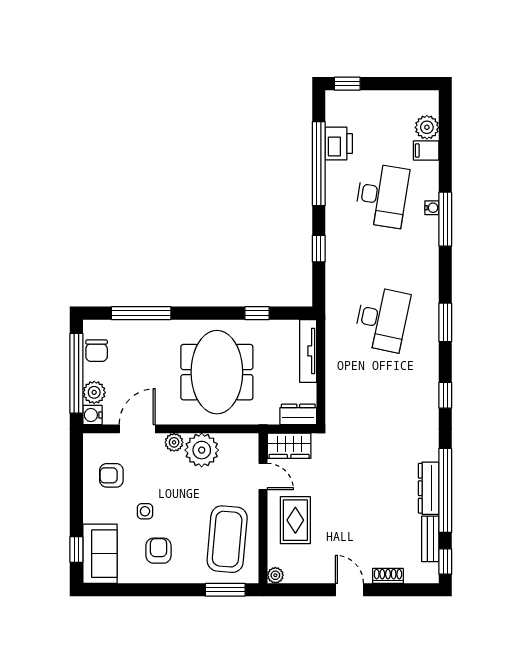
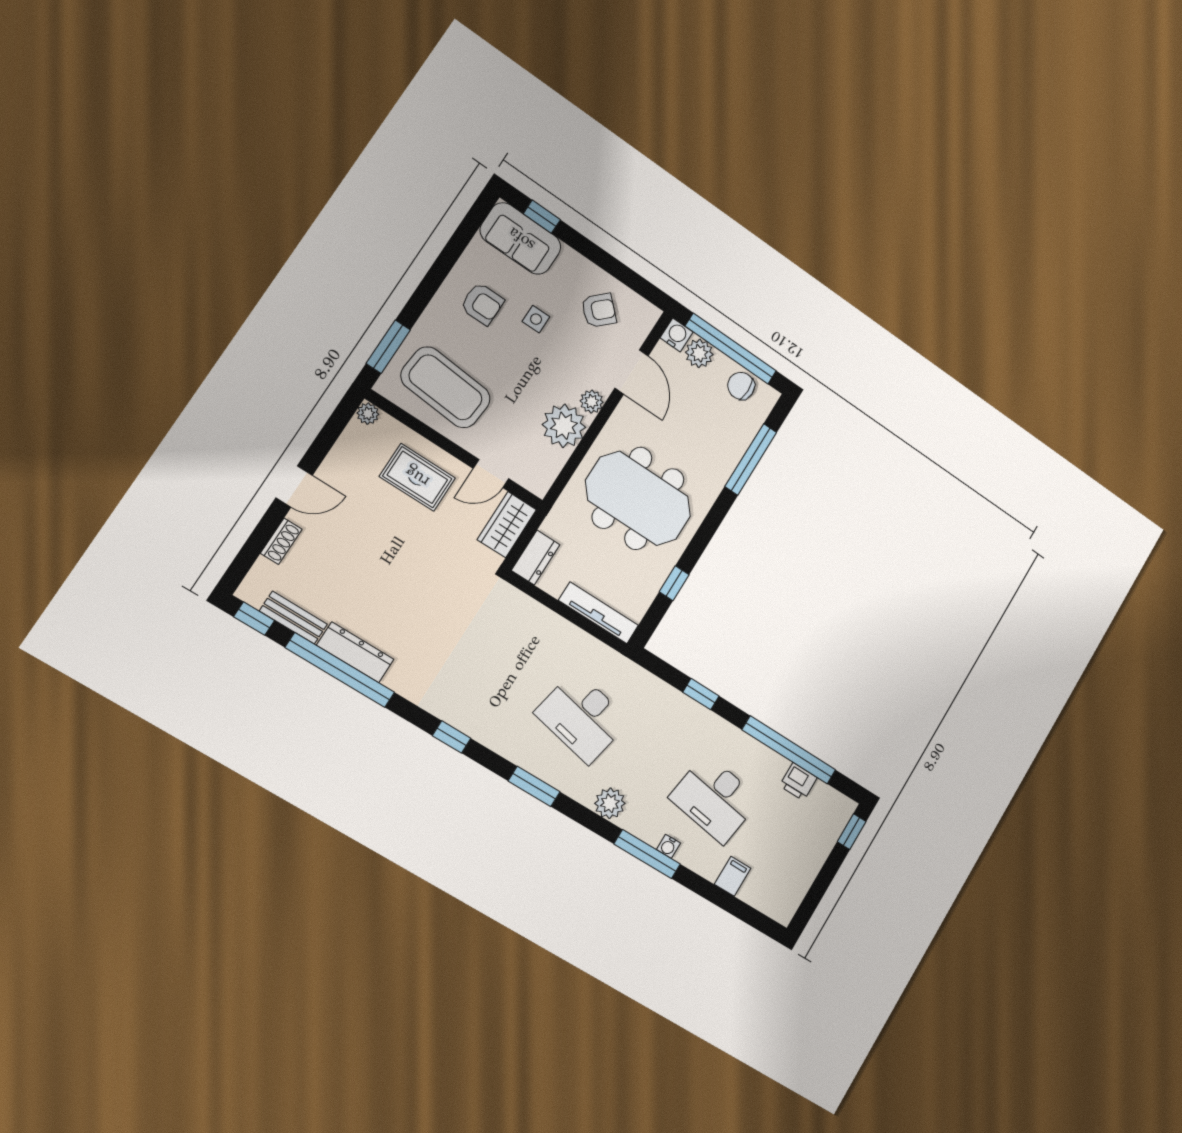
plant: (427, 127) -> (610, 803), moved
printer: (339, 144) -> (798, 782), width x0.73, depth x0.81
armchair: (111, 475) -> (599, 310), turned 45

